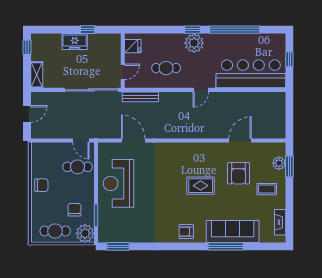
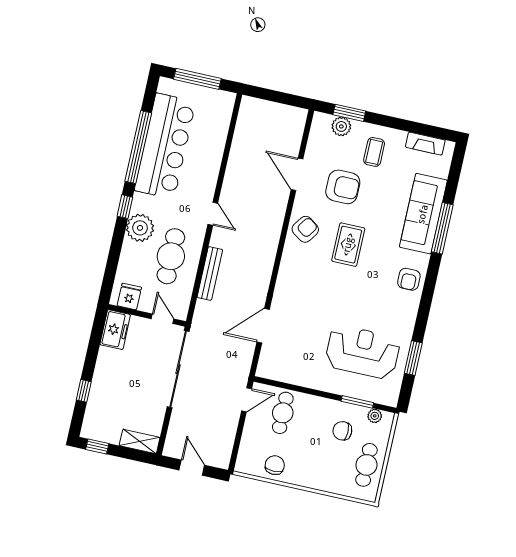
window: (88, 30) -> (84, 391), moved
freezer: (75, 42) -> (115, 330), moved
plant: (194, 43) -> (140, 228), moved
window: (289, 59) -> (197, 79), width x2.17
cafe table: (166, 68) -> (171, 256), width x1.37, depth x1.35
bar counter: (251, 74) -> (165, 146), moved, turned 180
bench: (140, 97) -> (210, 273), moved
armchair: (204, 154) -> (305, 229), added
reception desk: (118, 183) -> (362, 352), moved, turned 180
chair: (41, 185) -> (275, 465), moved
plant: (85, 233) -> (375, 416), width x0.53, depth x0.53
window: (118, 246) -> (413, 358), moved

